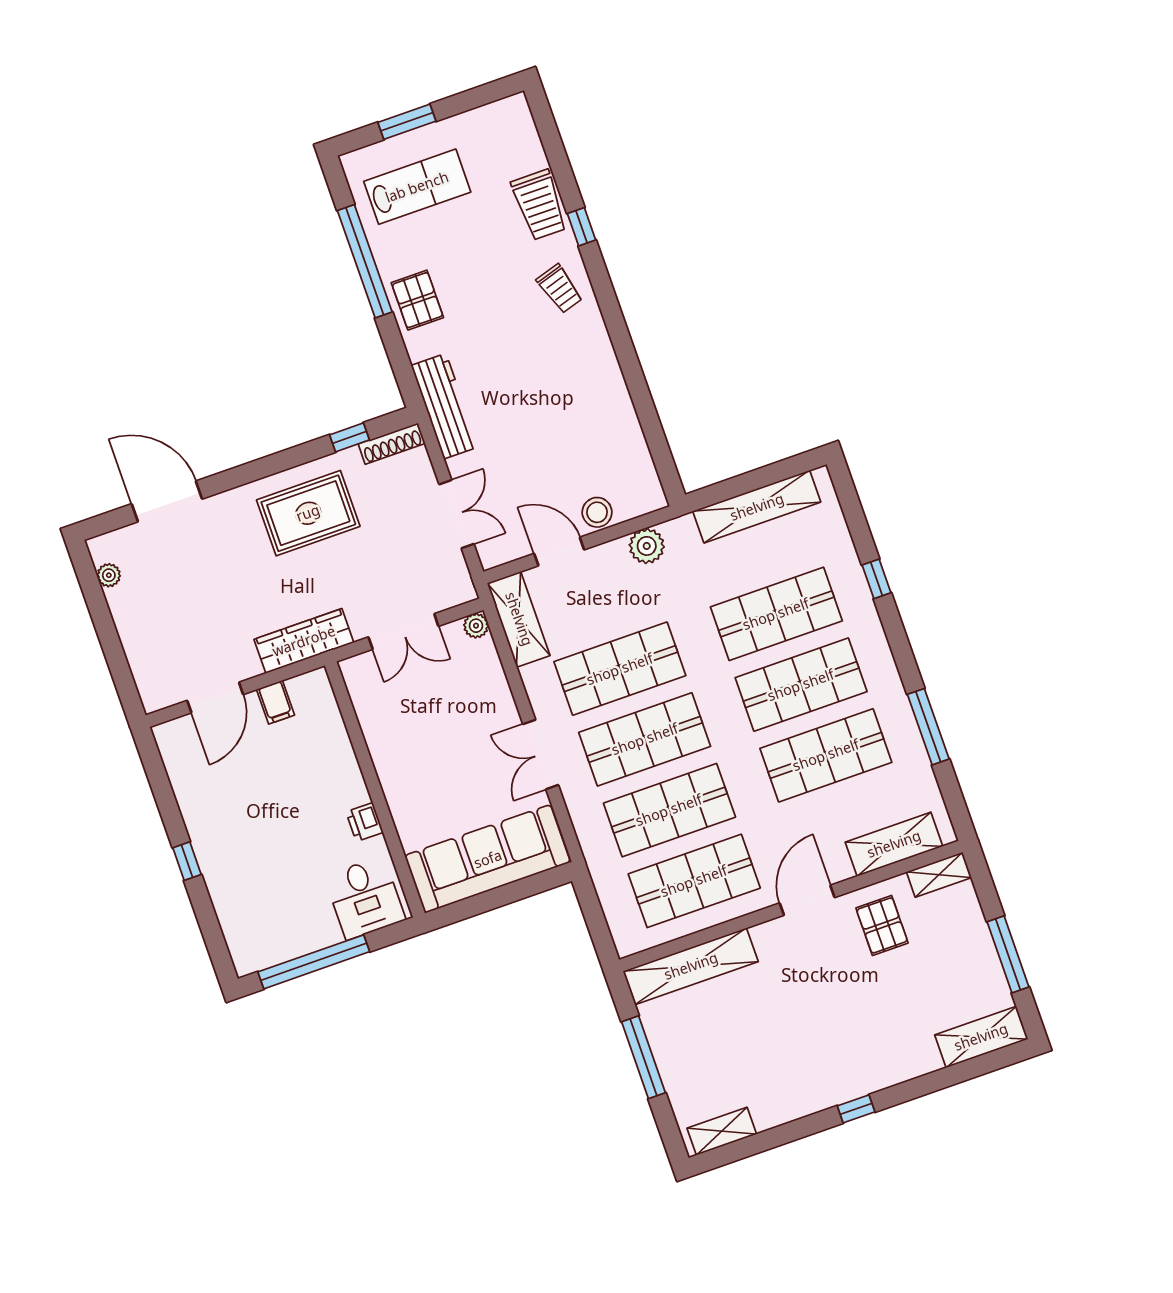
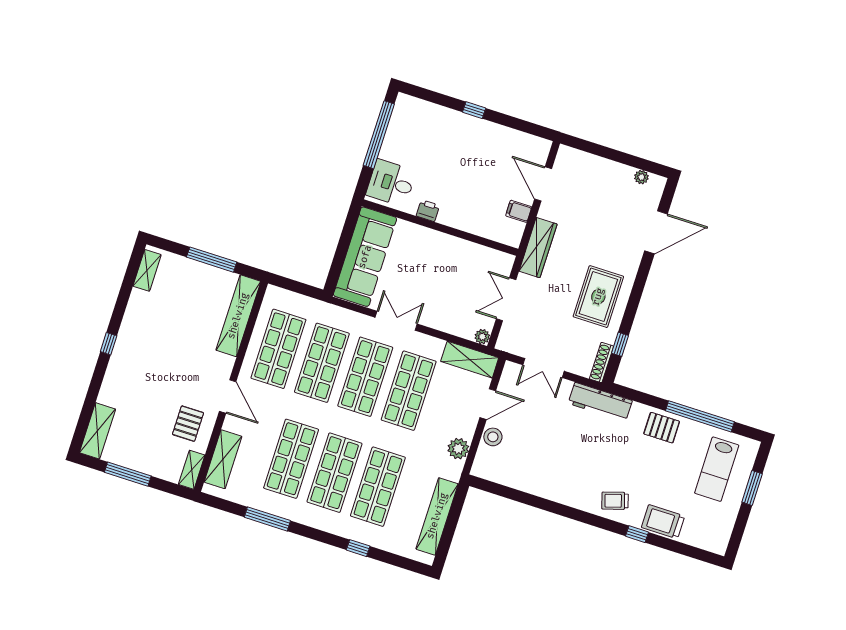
pallet: (882, 925) -> (188, 424), turned 90

